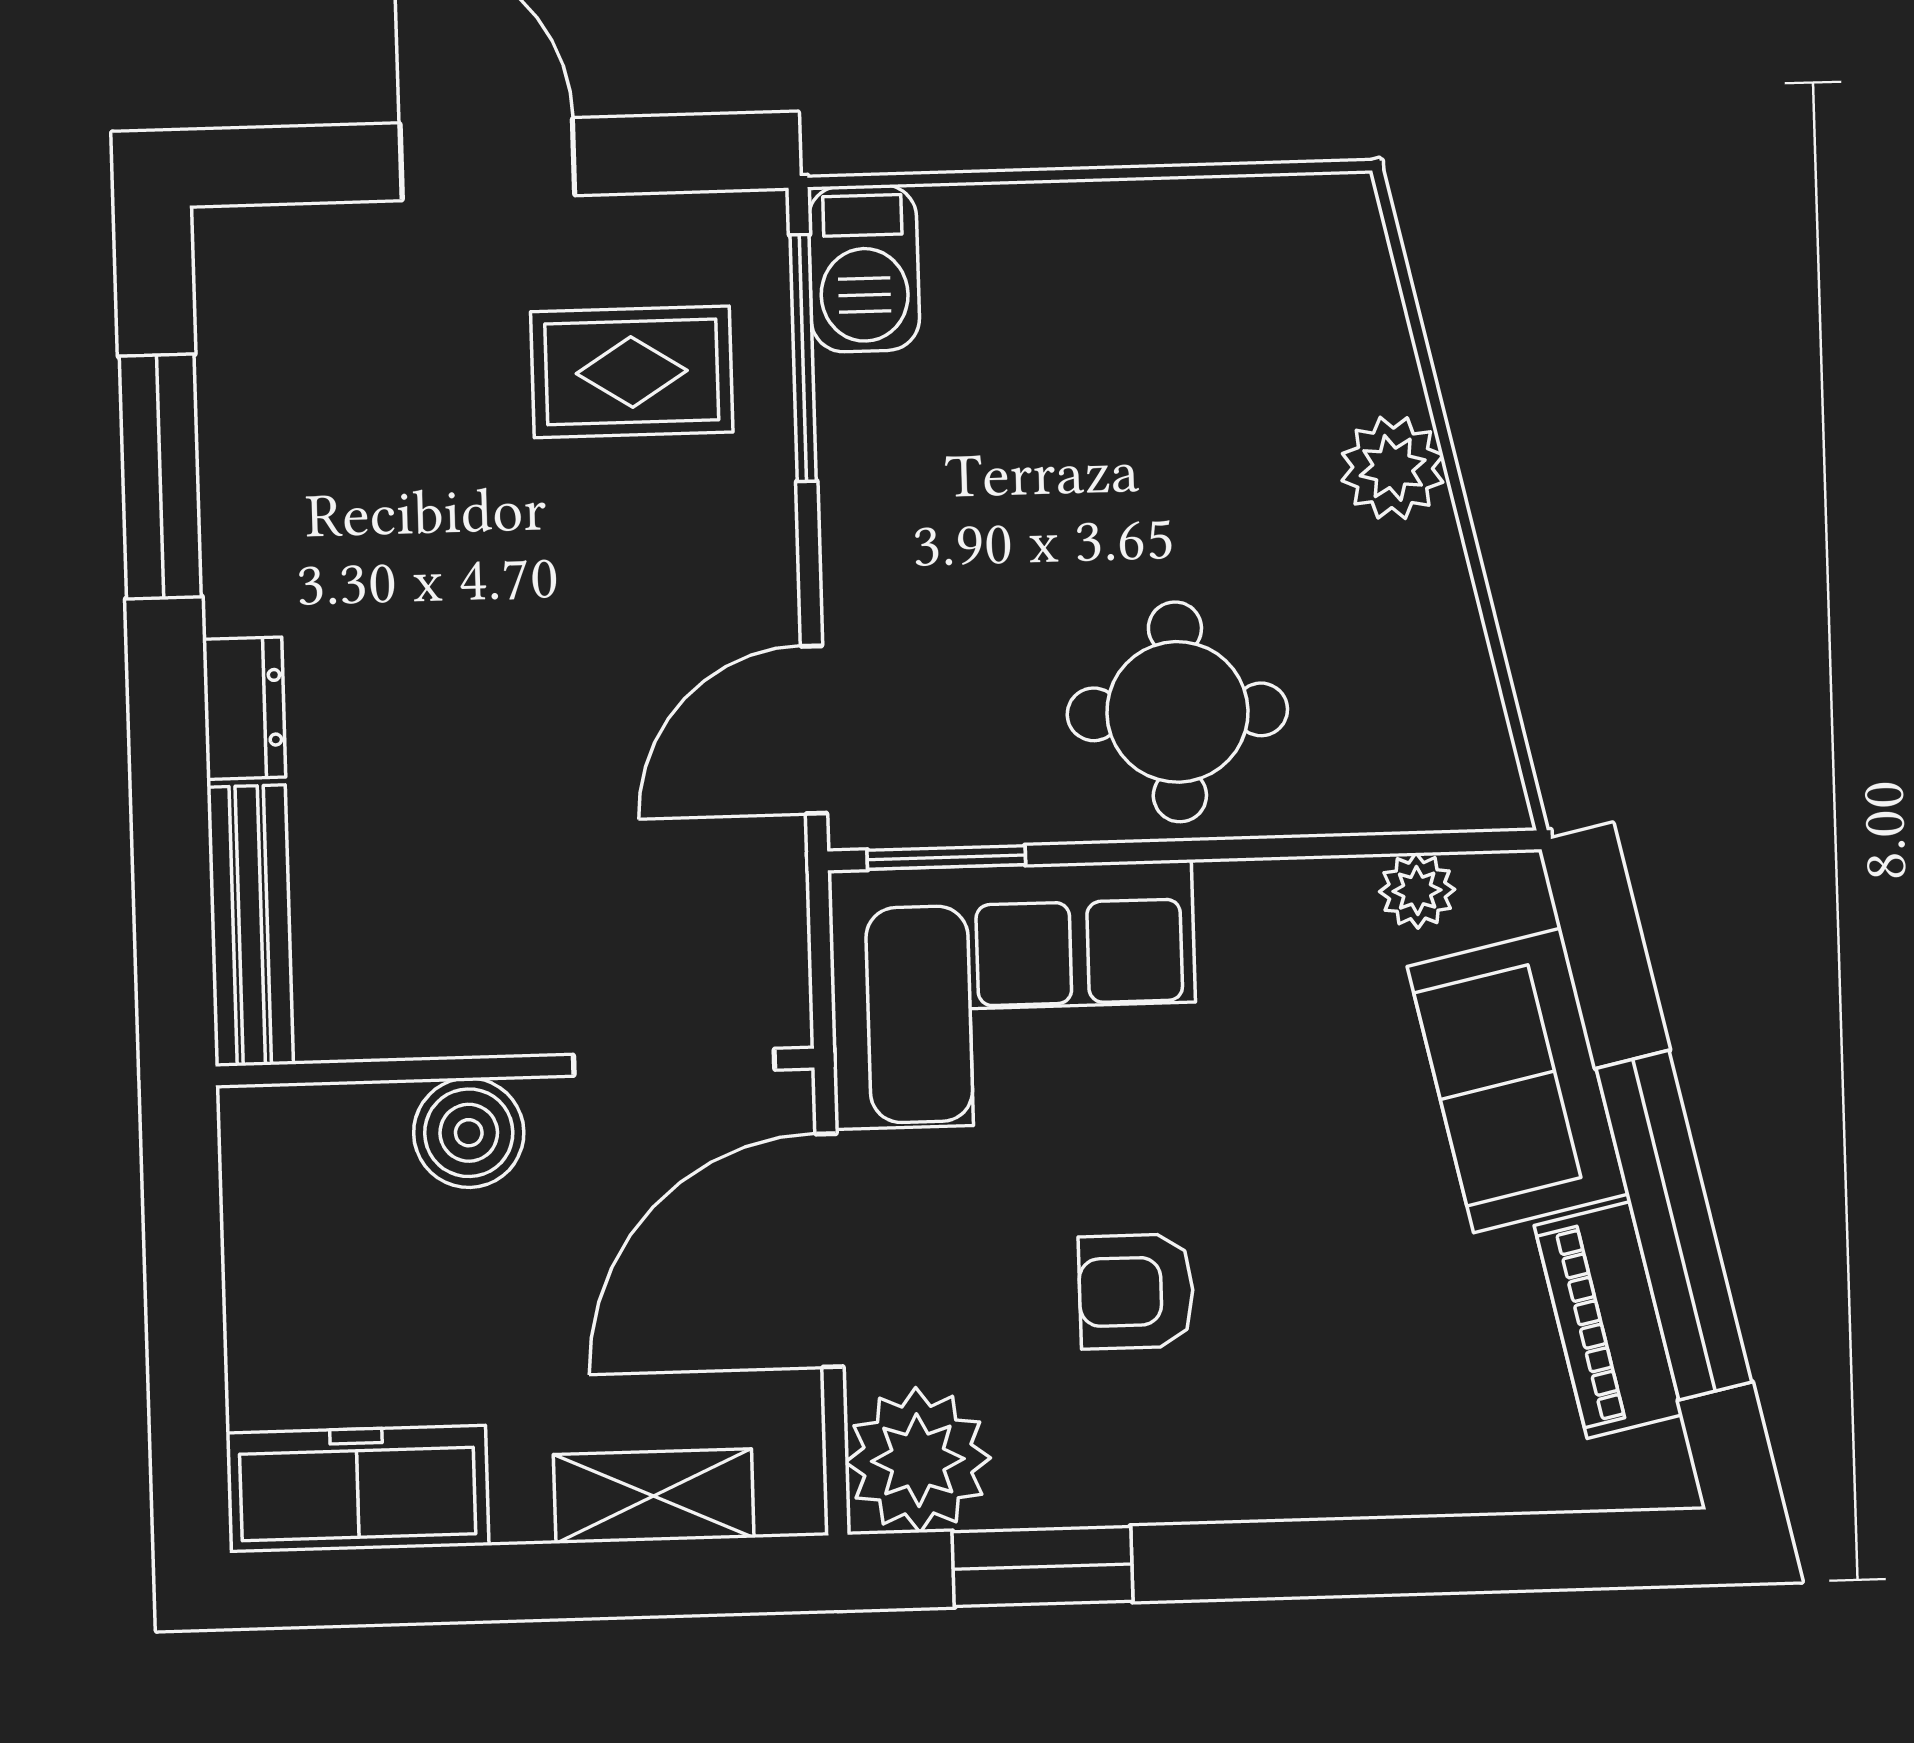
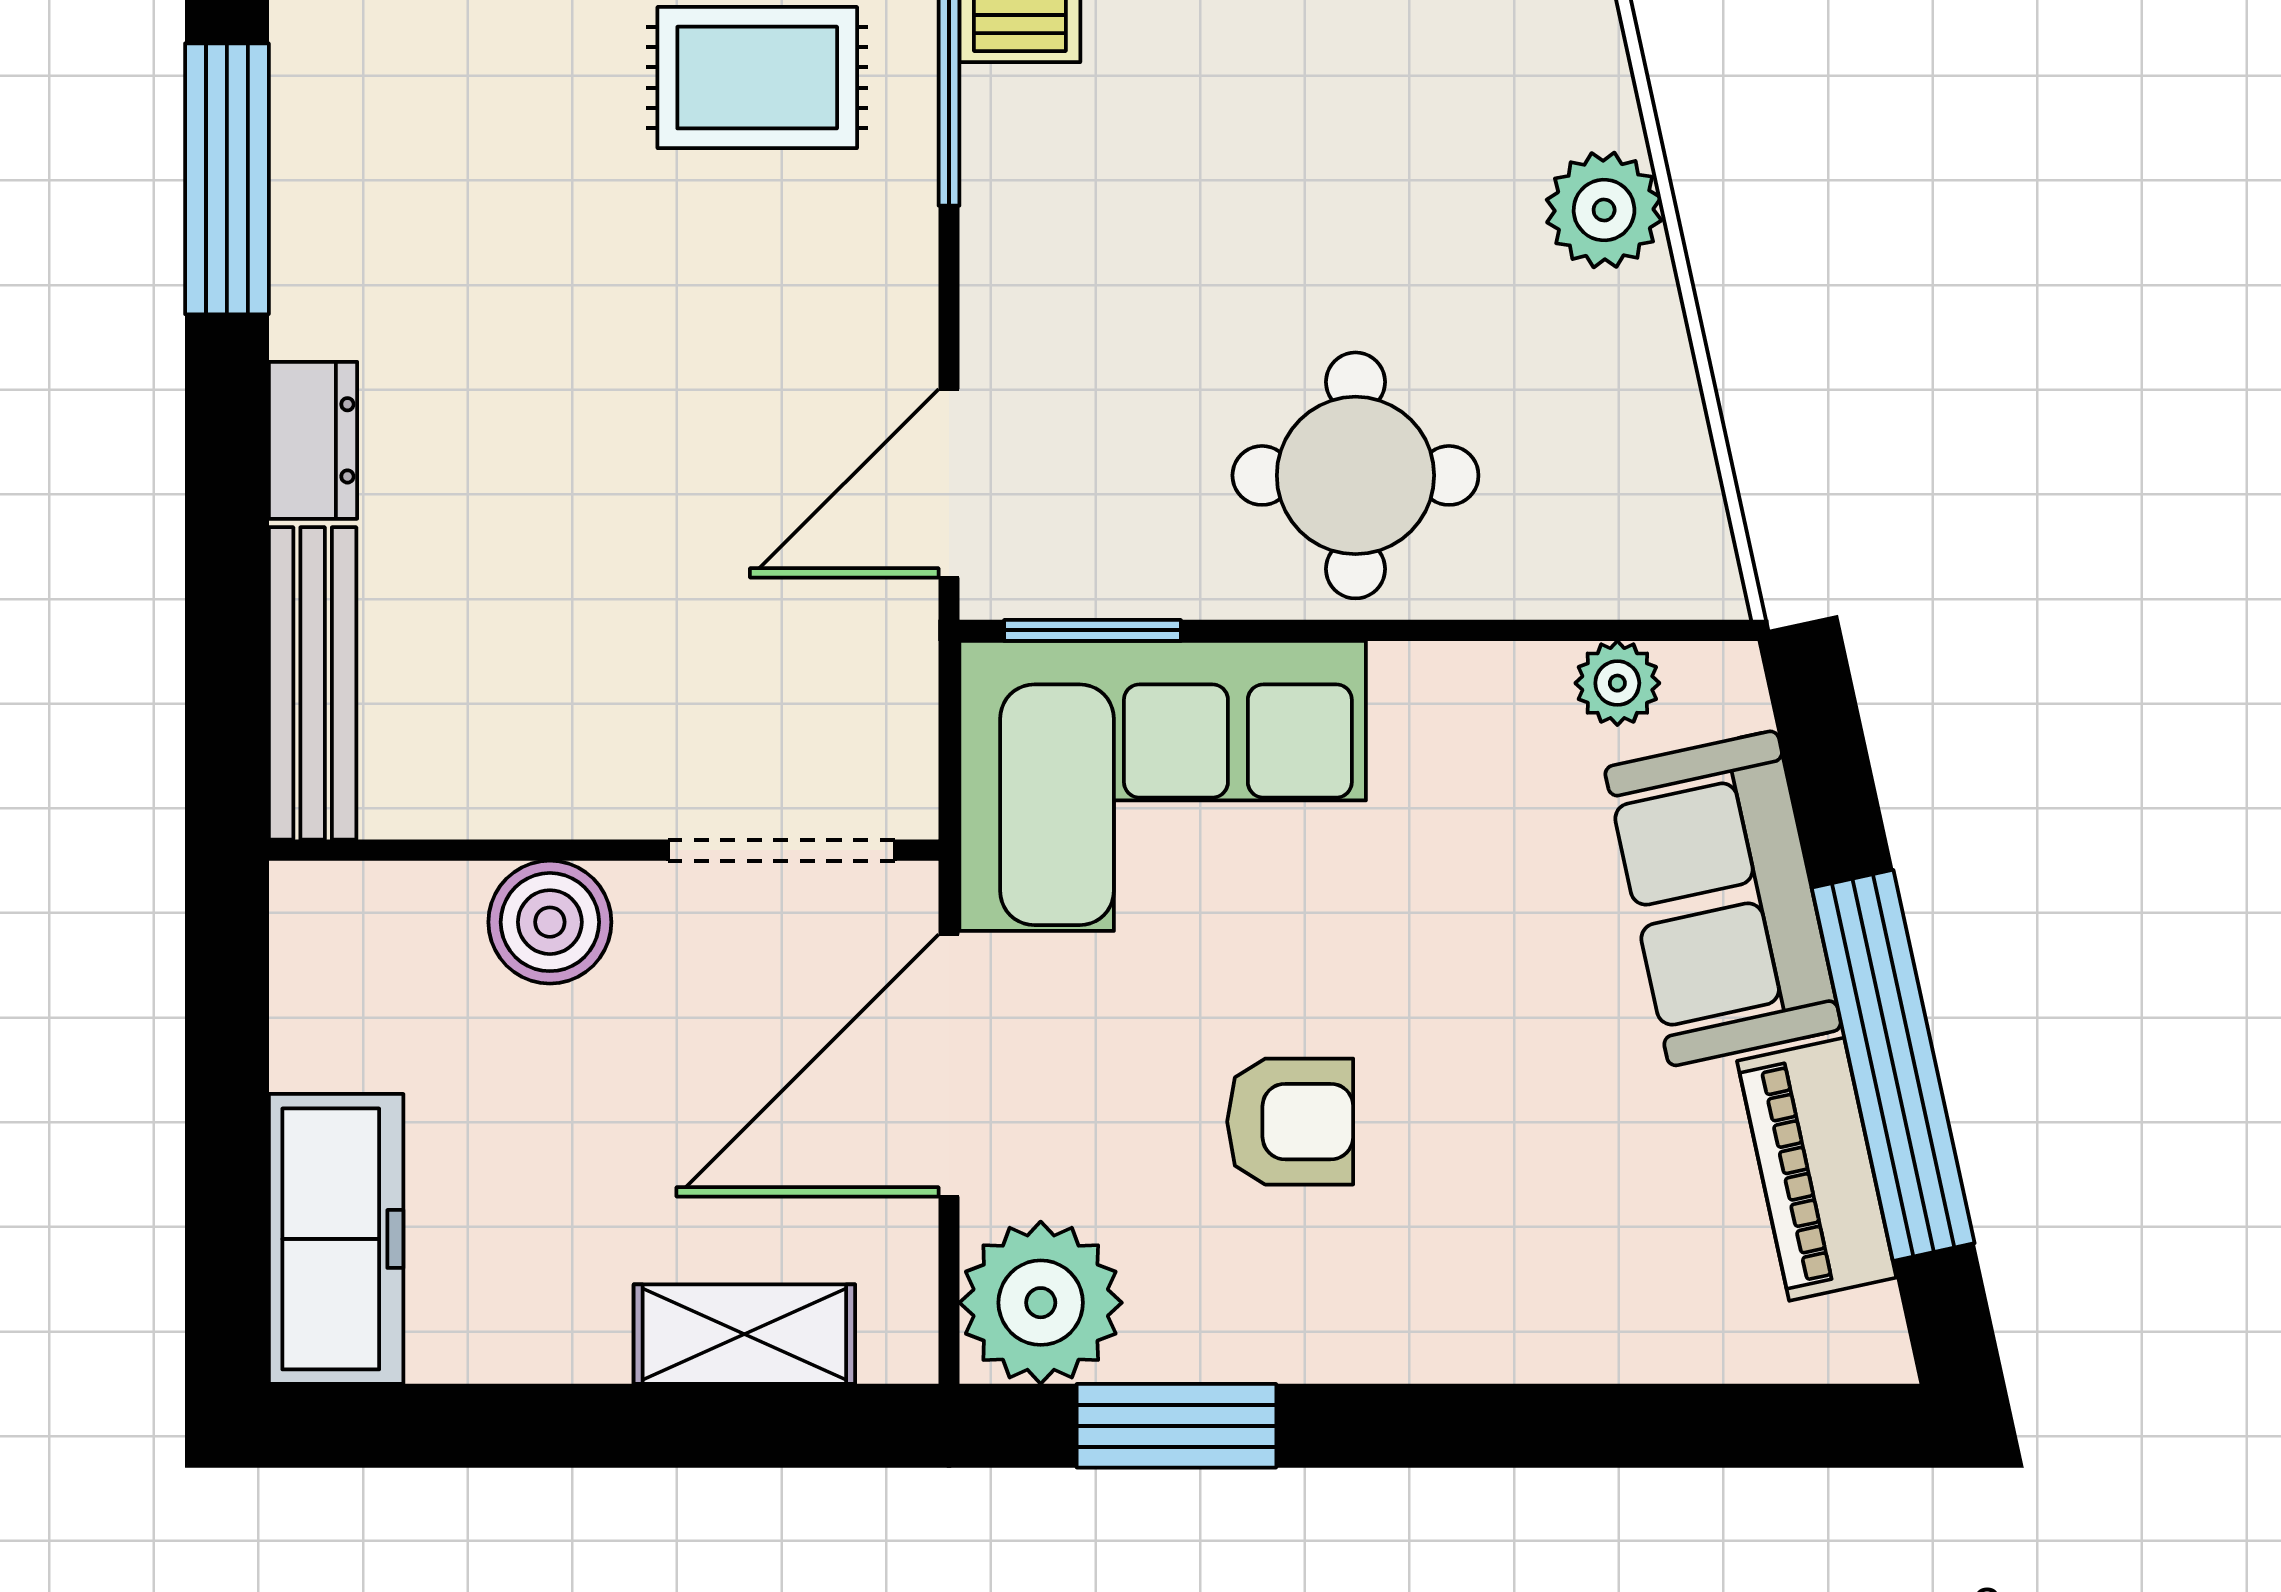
armchair: (1136, 1291) -> (1290, 1122), turned 180
freezer: (358, 1489) -> (336, 1239), moved, turned 90

